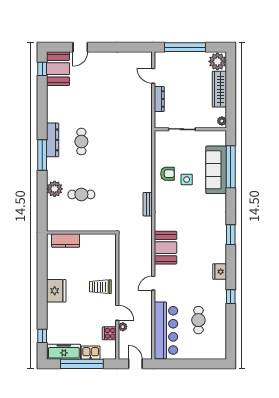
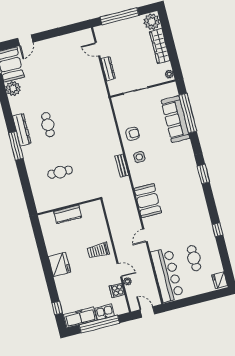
side table: (187, 180) -> (139, 157), moved
plant: (55, 189) -> (13, 89), moved
kitchen counter: (66, 241) -> (68, 214), moved
fridge: (220, 272) -> (220, 280), moved

